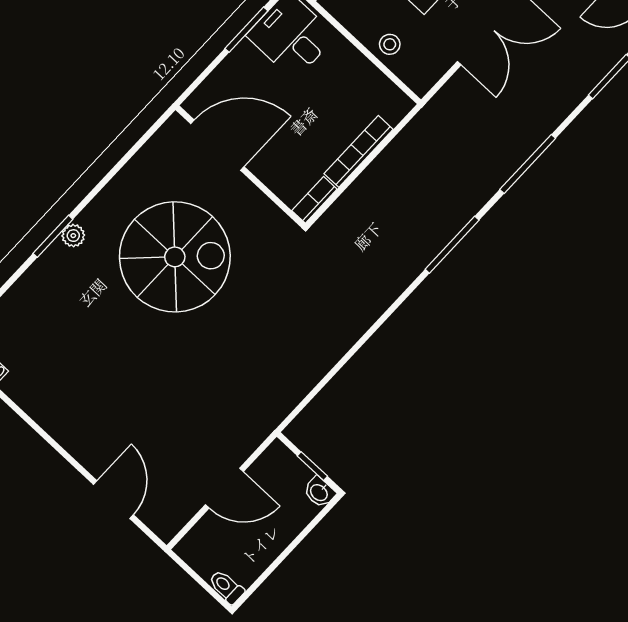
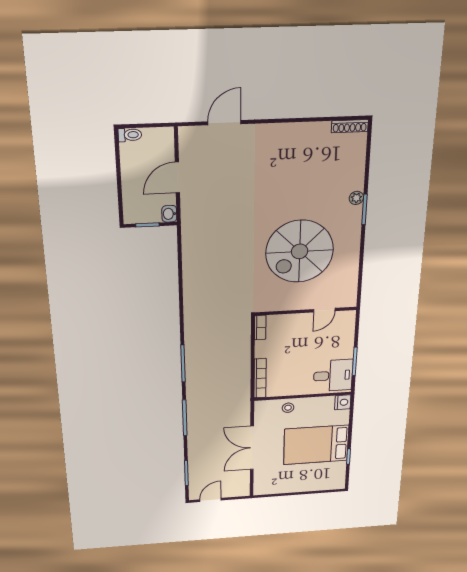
door: (217, 145) -> (324, 310), width x0.53
bookcase: (359, 151) -> (260, 378), moved
plant: (73, 236) -> (356, 198), moved
washbasin: (319, 492) -> (169, 214), moved, turned -90
door: (113, 500) -> (224, 123), swing flipped

